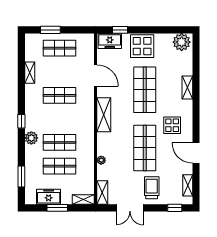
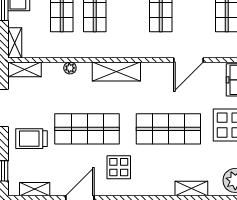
shelving: (187, 88) -> (191, 188), moved
shelving: (104, 115) -> (116, 72), moved
trolley: (152, 188) -> (31, 139), turned 180

